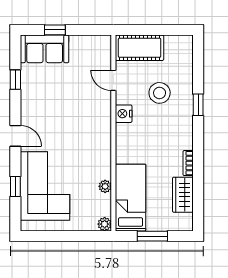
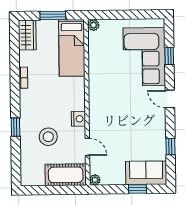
plant: (105, 186) -> (95, 180), moved
wardrobe: (183, 195) -> (27, 35), moved

